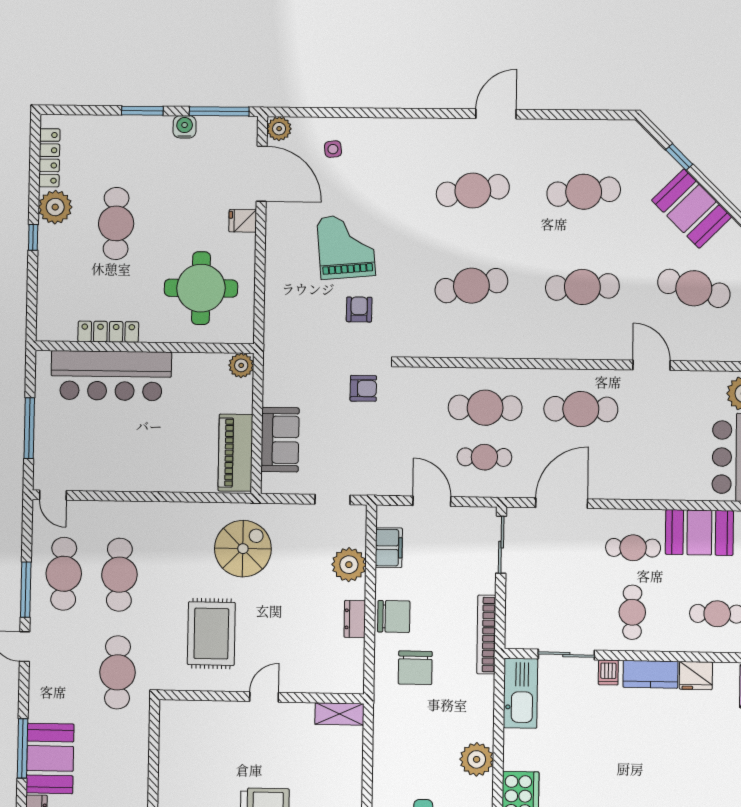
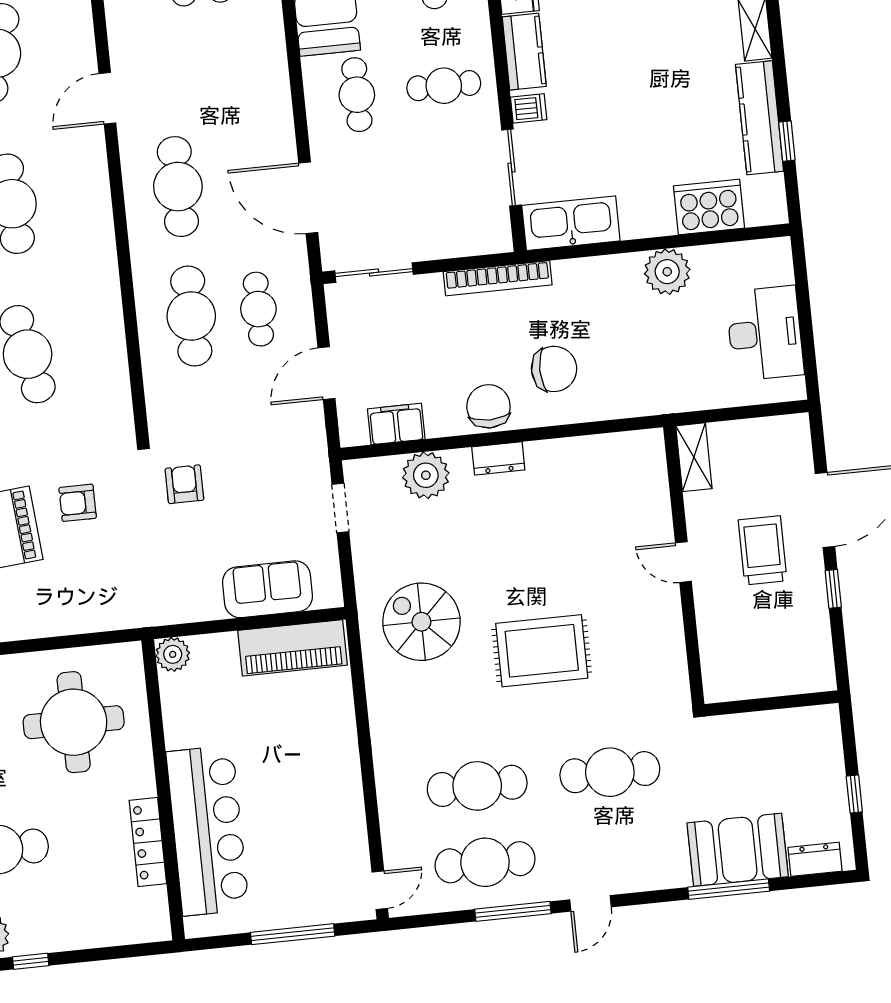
wall: (261, 697) -> (684, 566), moved
door: (264, 697) -> (683, 562), moved
shelving: (339, 714) -> (694, 457), moved

